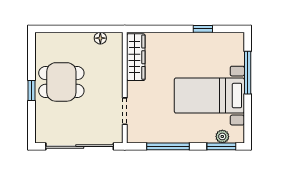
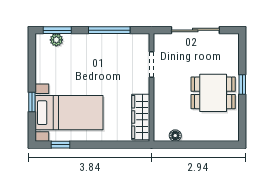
window: (203, 29) -> (60, 145), moved
window: (248, 73) -> (32, 102), width x0.46
bed with nightstands: (209, 96) -> (69, 113), moved
sliding door: (80, 146) -> (195, 30), width x0.73

